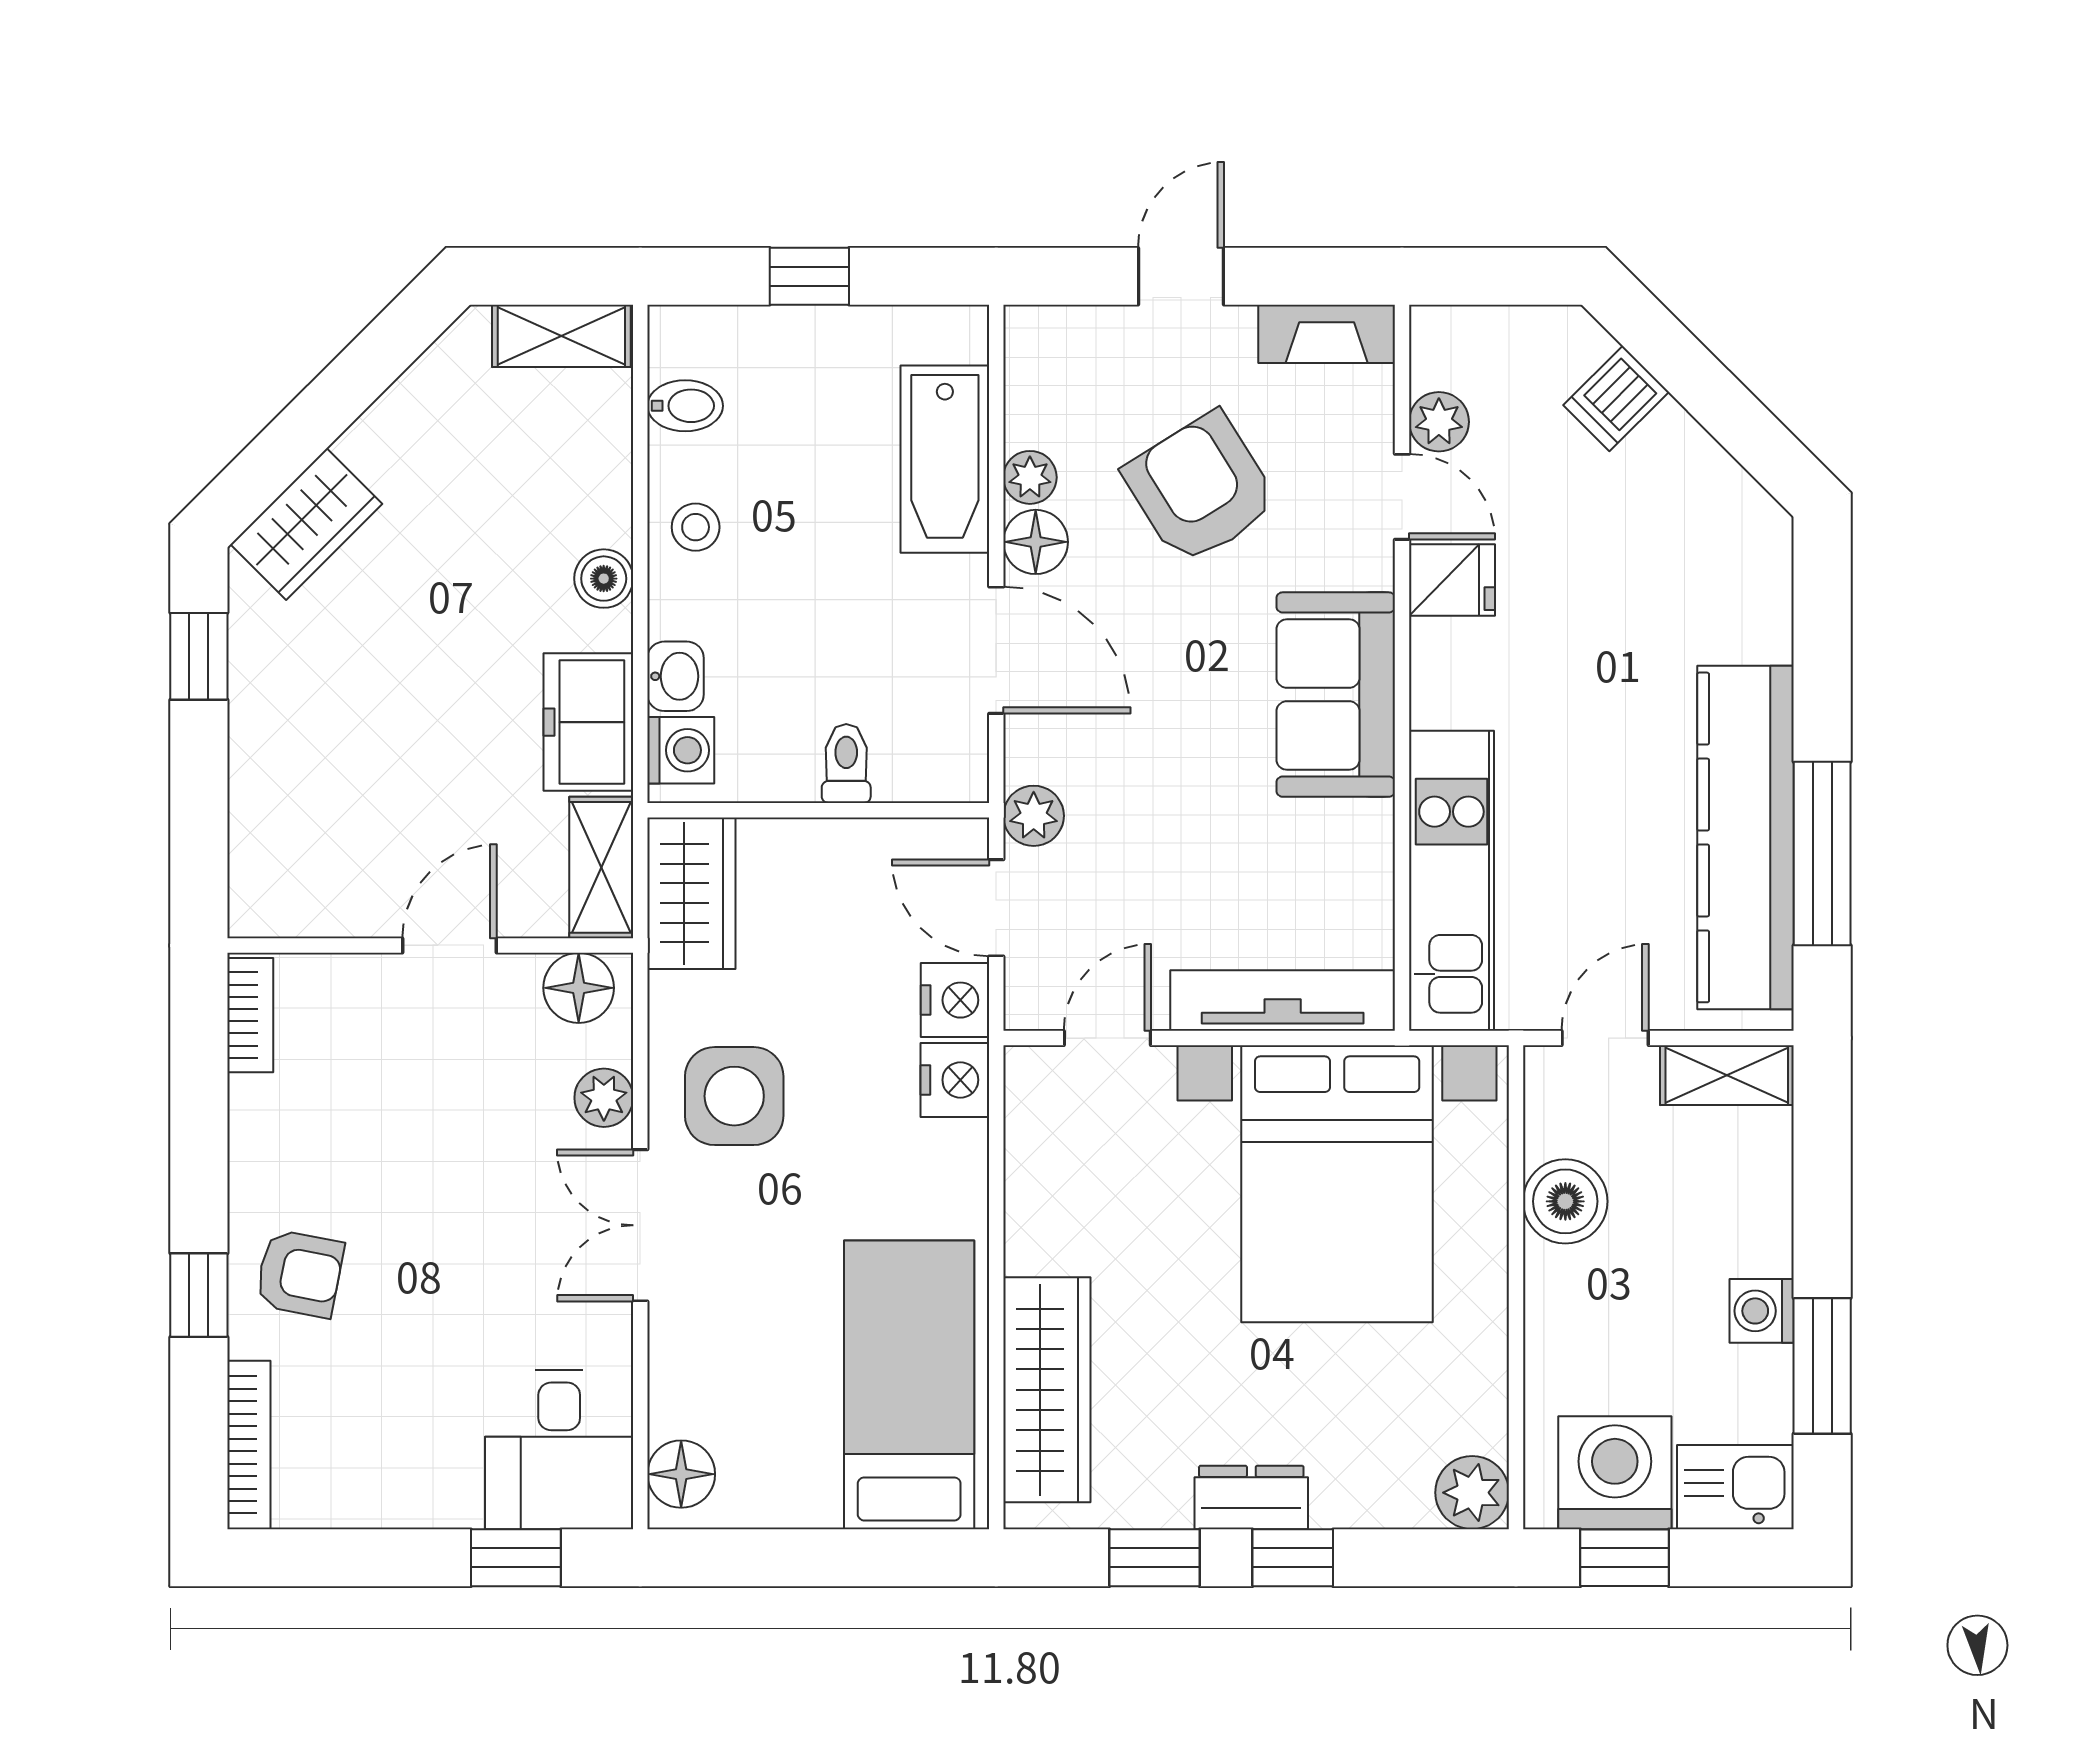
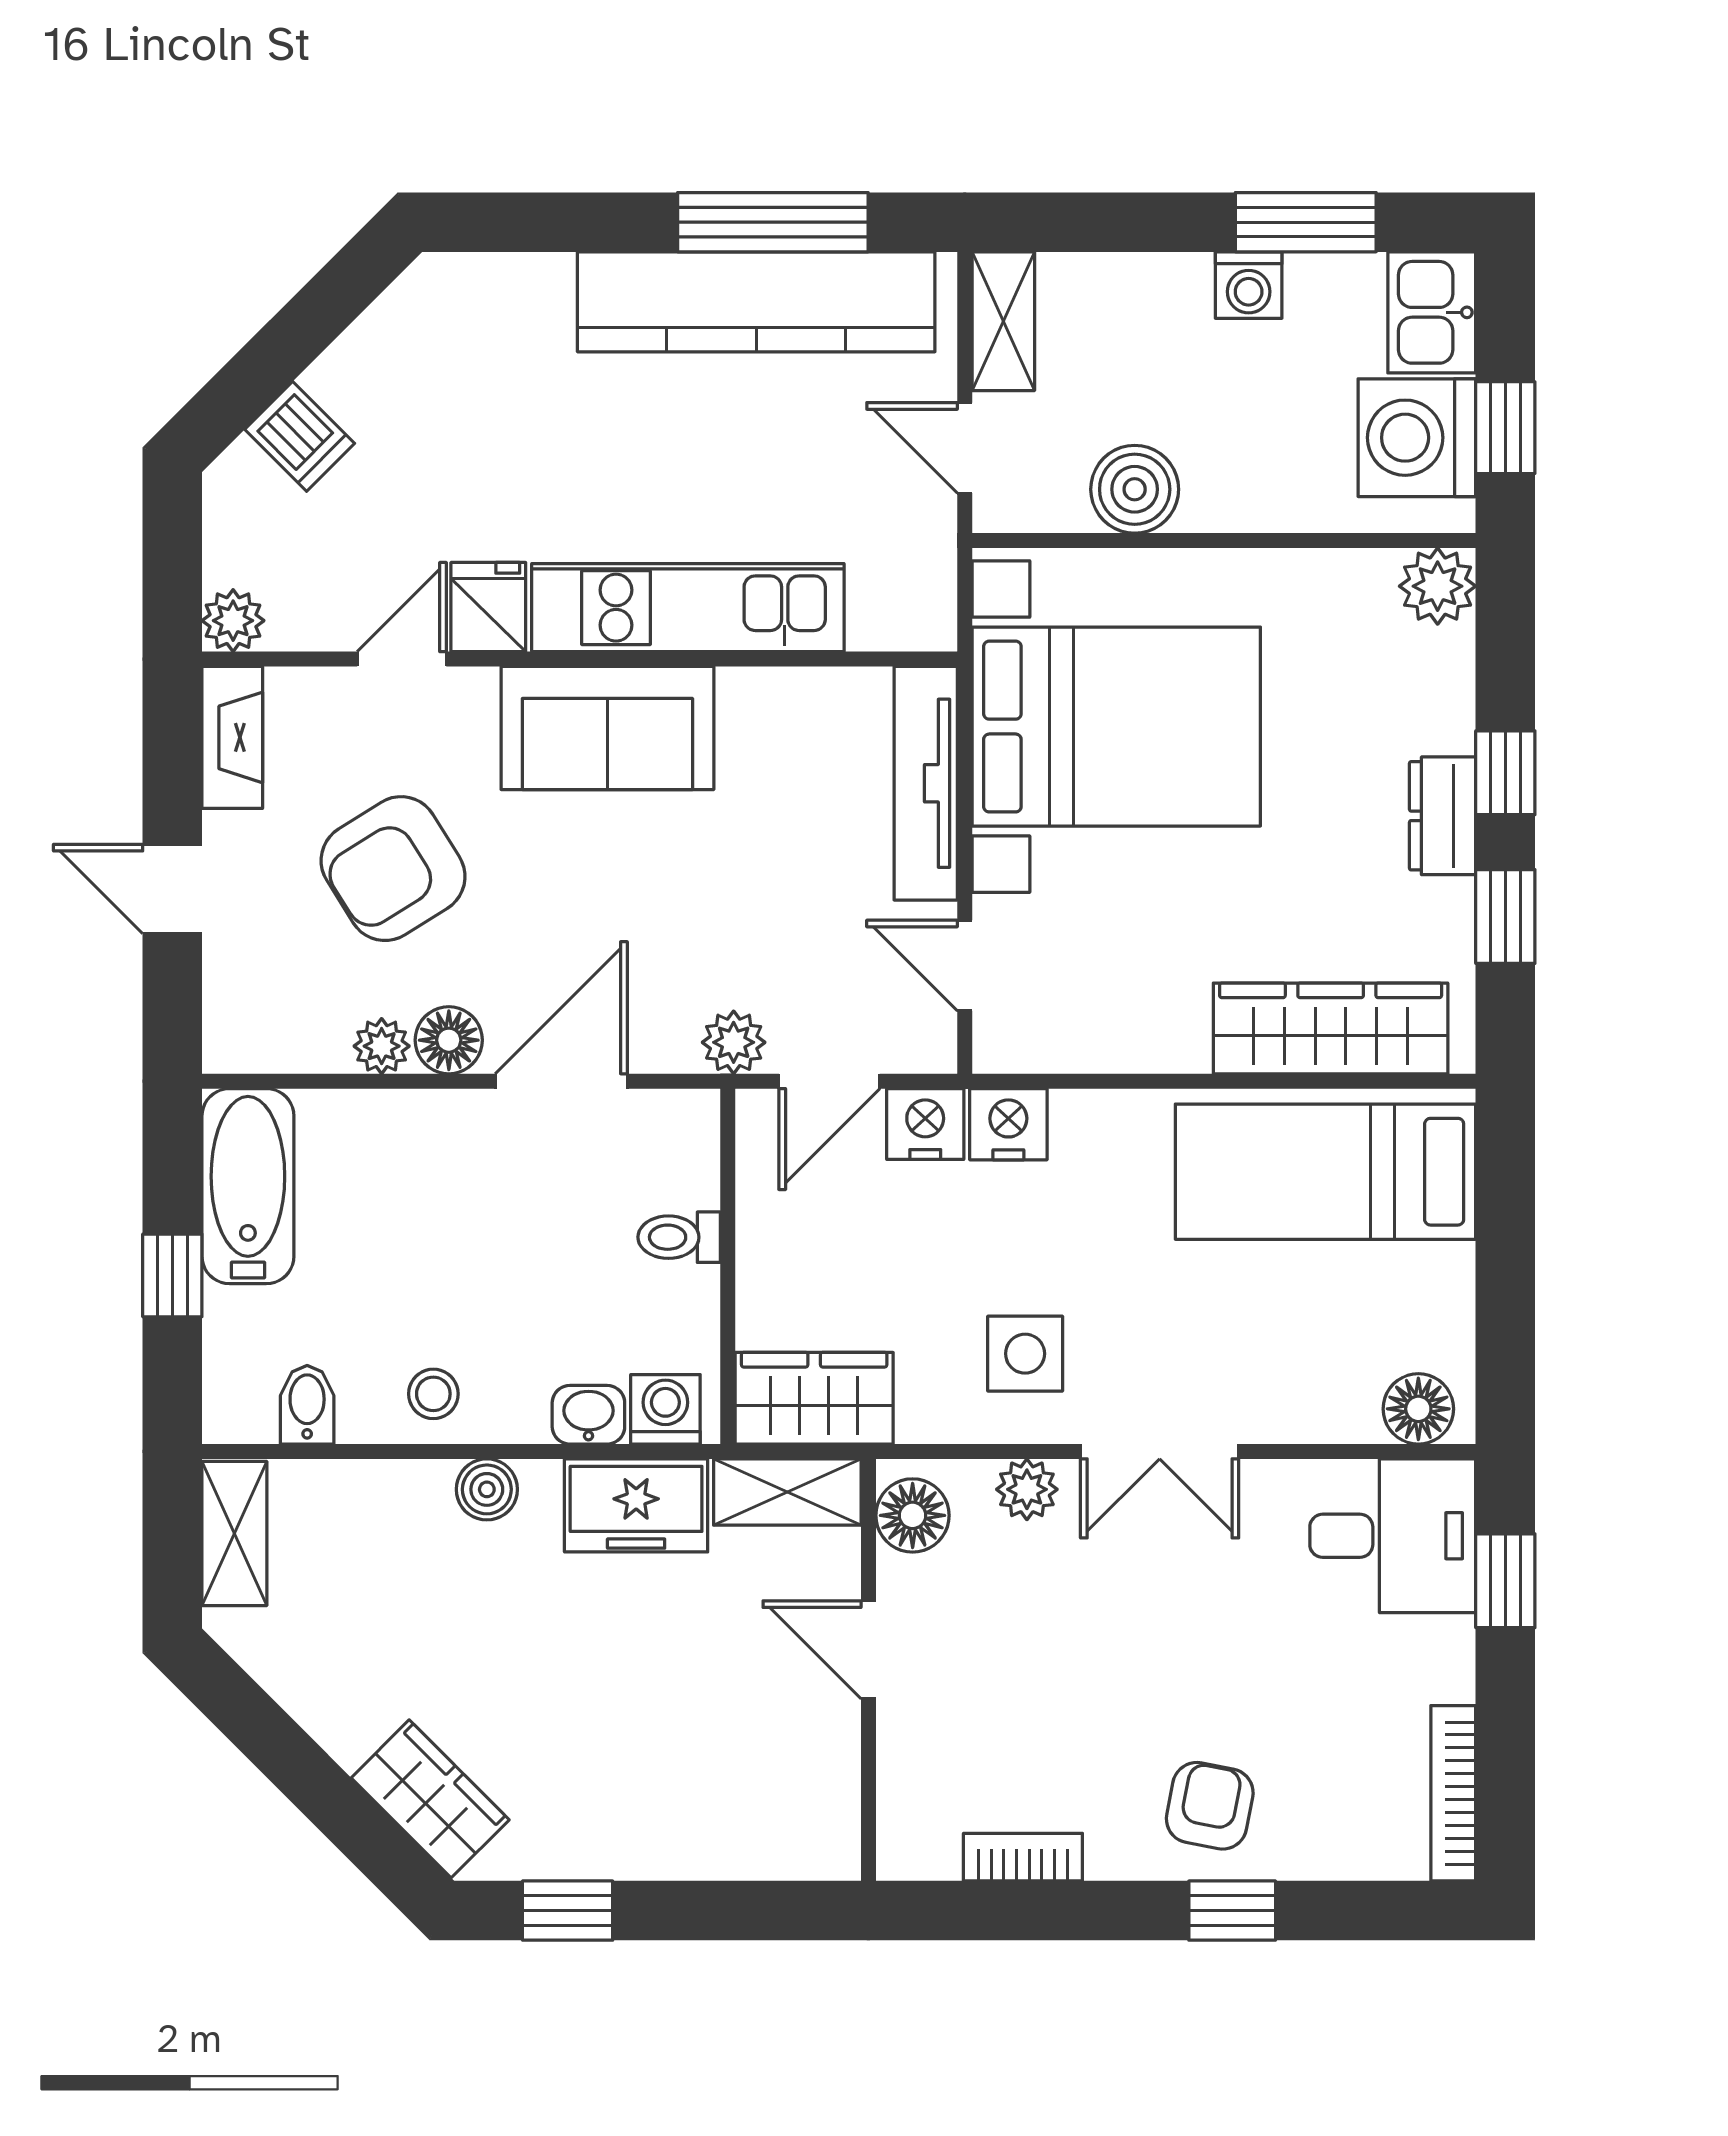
plant: (1439, 422) -> (233, 621), moved
bathtub: (945, 459) -> (248, 1186), moved, turned -90
kitchen unit: (1451, 881) -> (688, 608), moved
bookcase: (250, 1015) -> (1023, 1857), moved
side table: (734, 1096) -> (1025, 1354), width x0.73, depth x0.73
bookcase: (249, 1445) -> (1453, 1793), moved, turned -90

